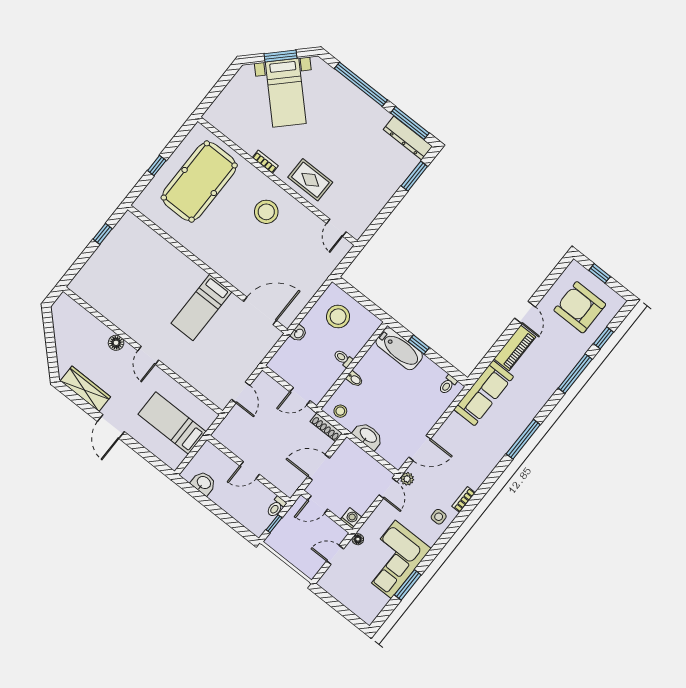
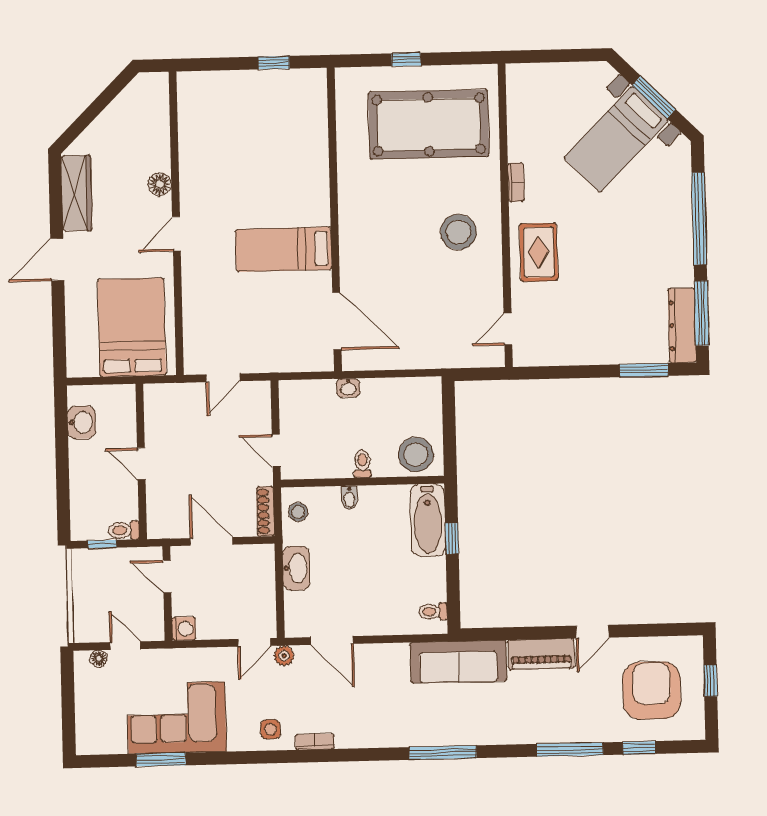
stool: (338, 317) -> (416, 454), moved
bed: (172, 423) -> (132, 327), width x1.50
floor lamp: (358, 539) -> (99, 659), moved

